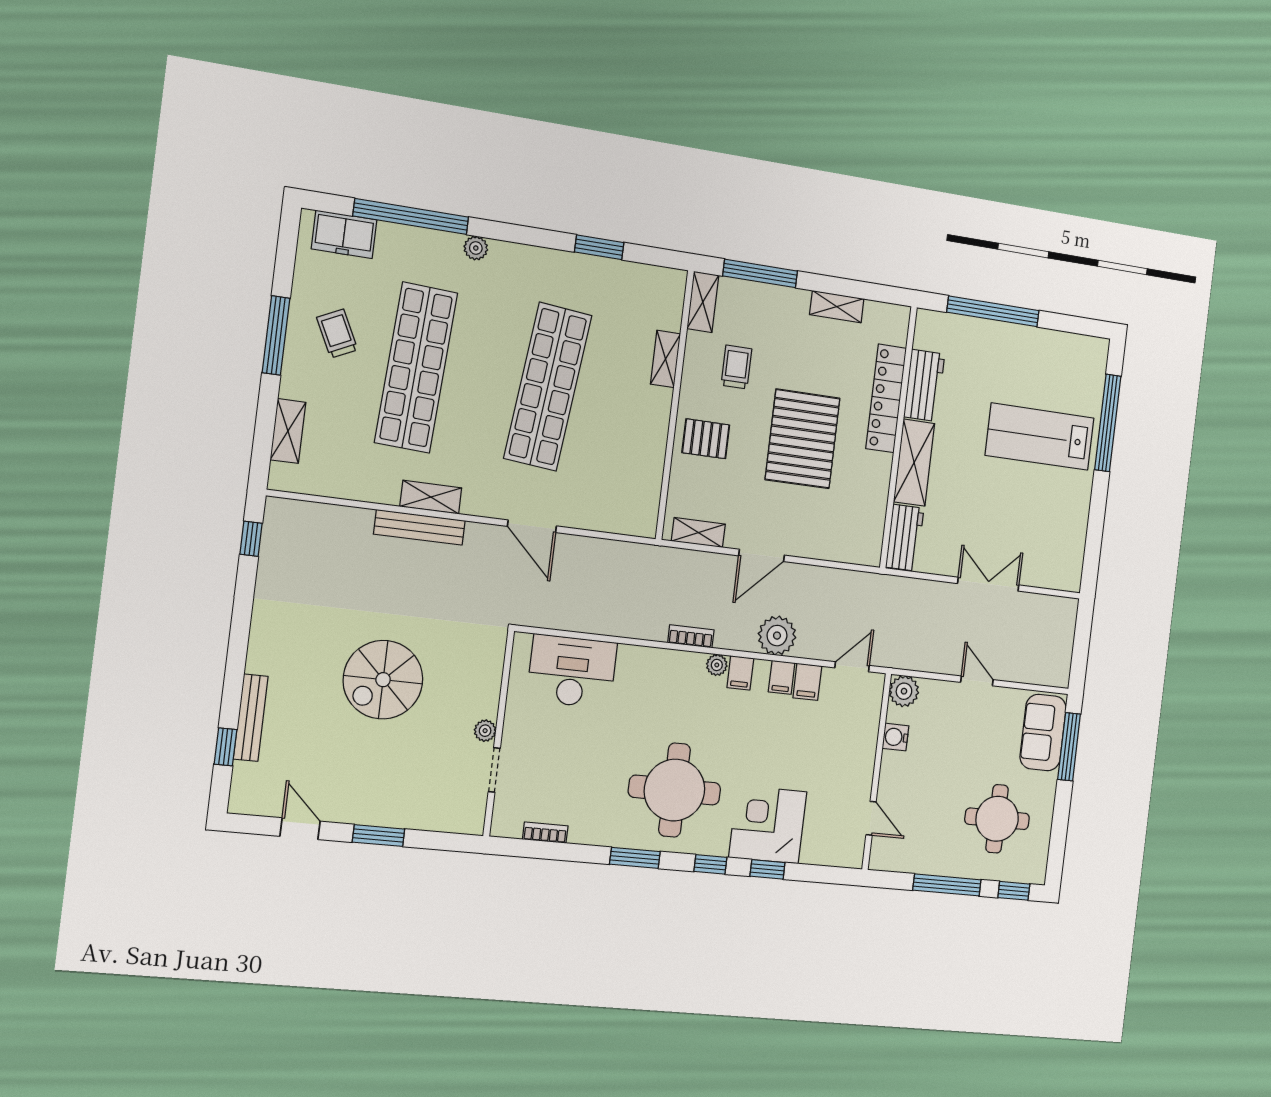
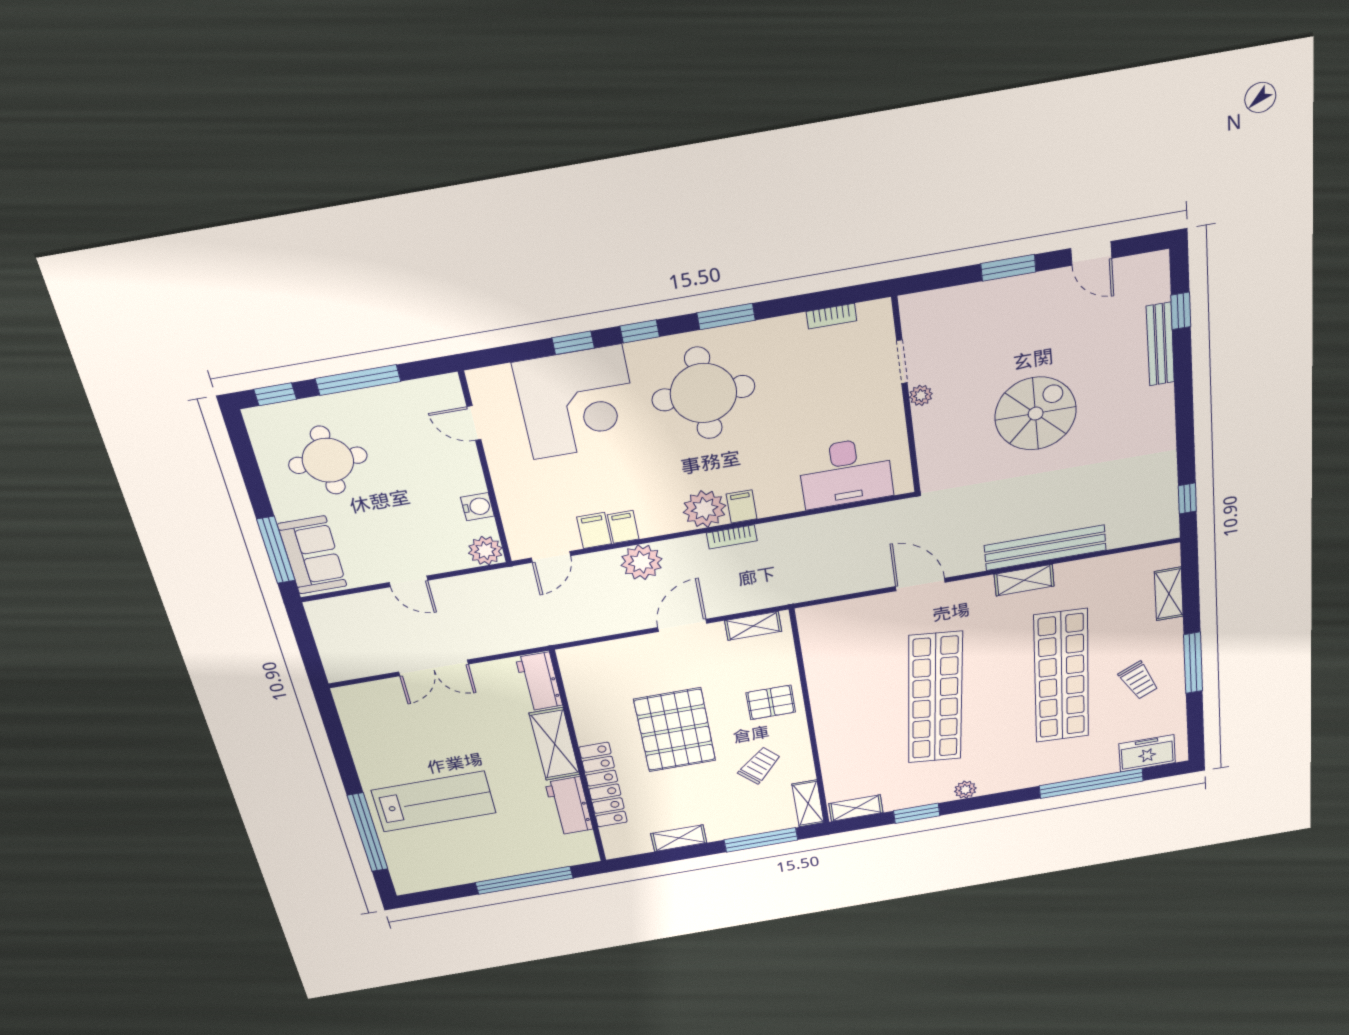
plant: (476, 248) -> (965, 790), moved
shelving: (665, 359) -> (856, 808), moved, turned 90
trolley: (736, 367) -> (760, 765), turned -135
bench: (419, 527) -> (1045, 548), width x1.37, depth x1.21
plant: (717, 665) -> (704, 509), width x1.87, depth x1.87
filing cabinet: (740, 673) -> (742, 506), moved
corner desk: (768, 825) -> (577, 402), width x1.36, depth x1.36

